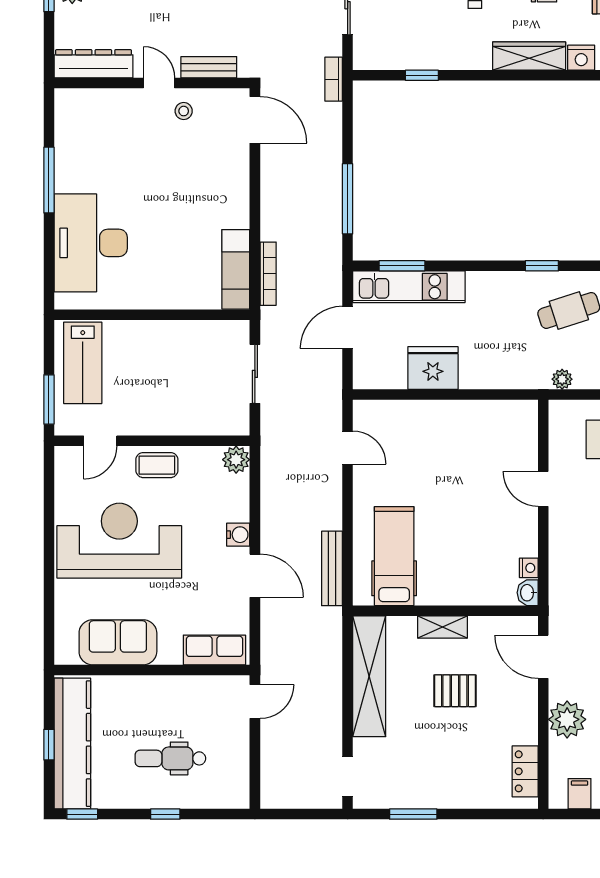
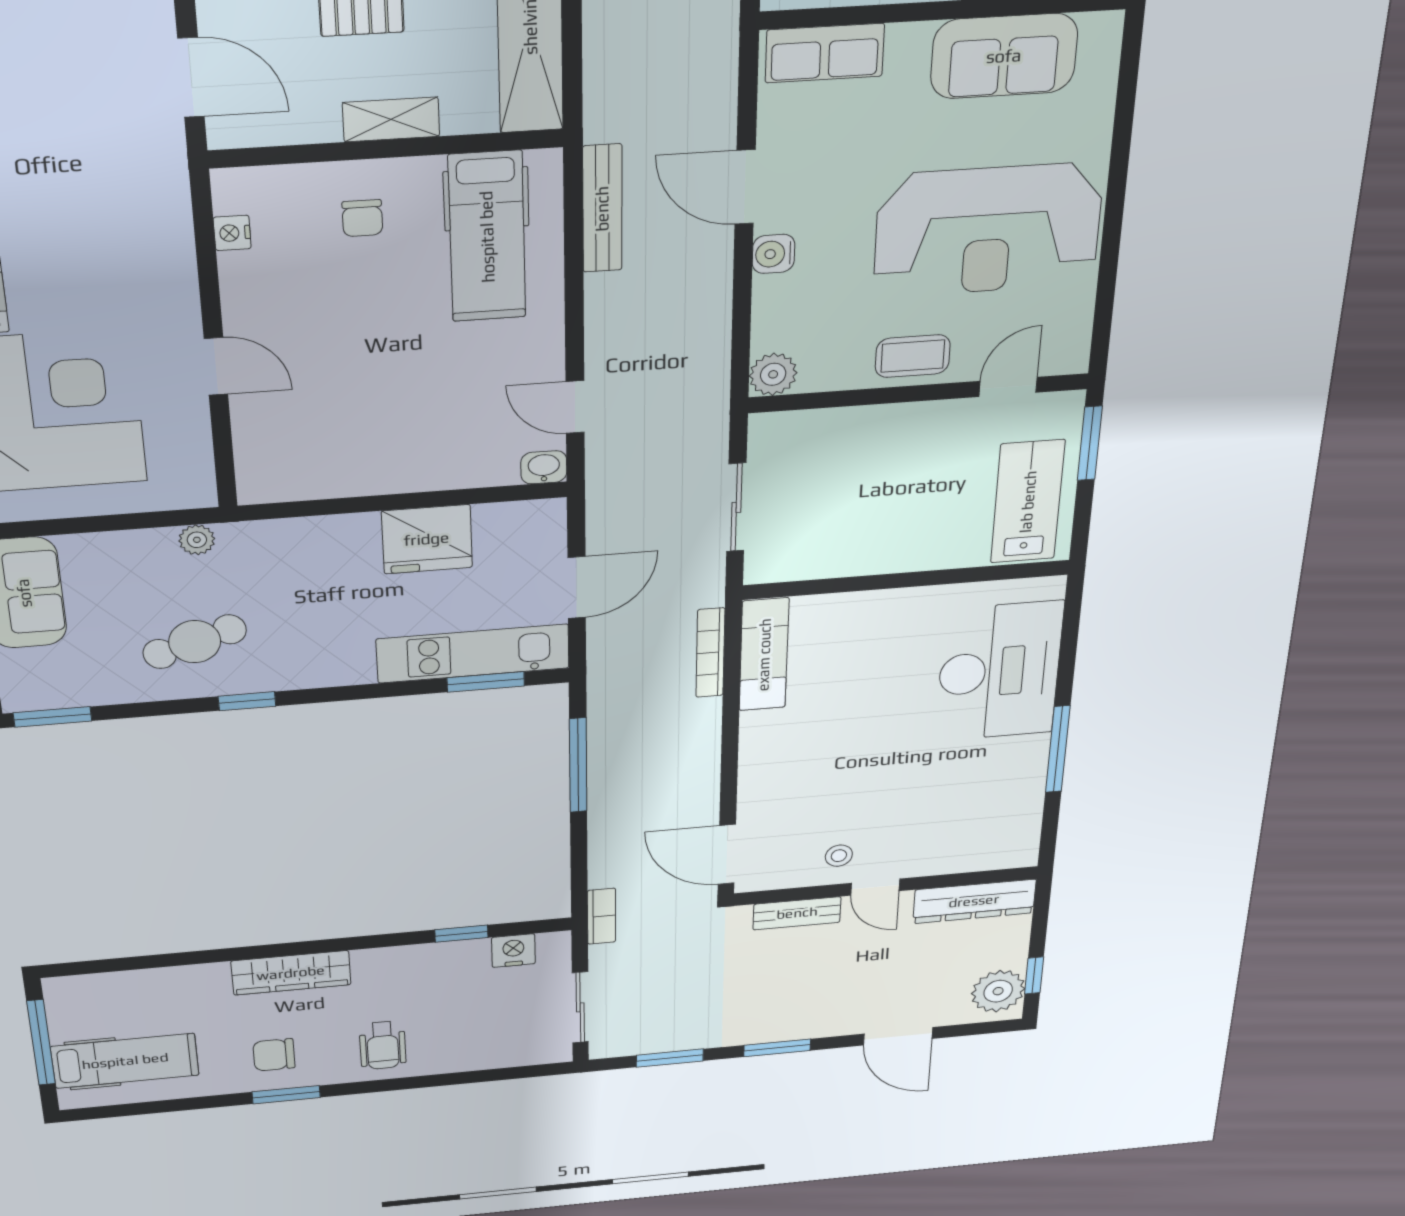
nightstand: (581, 58) -> (513, 951), moved
chair: (460, 572) -> (362, 218), added
washbasin: (528, 593) -> (544, 467), moved, turned -90

